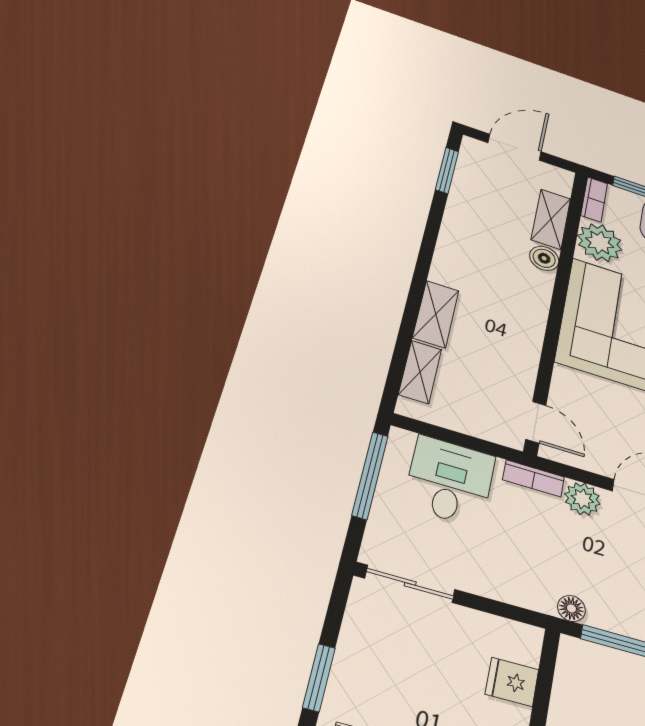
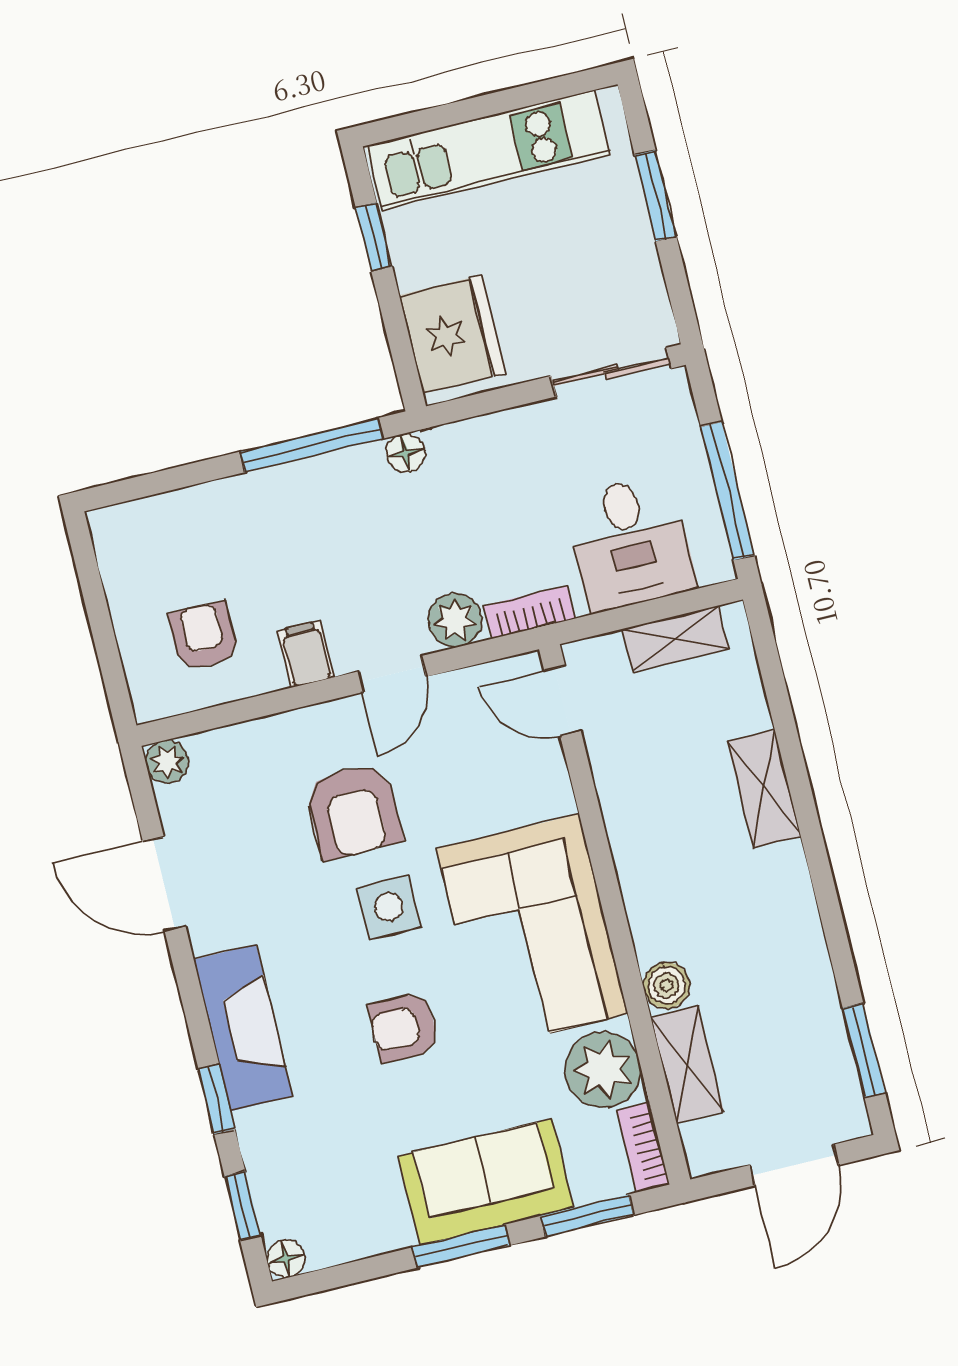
shelving: (420, 372) -> (675, 639), moved, turned 90
fridge: (512, 682) -> (452, 334), width x1.88, depth x1.34

